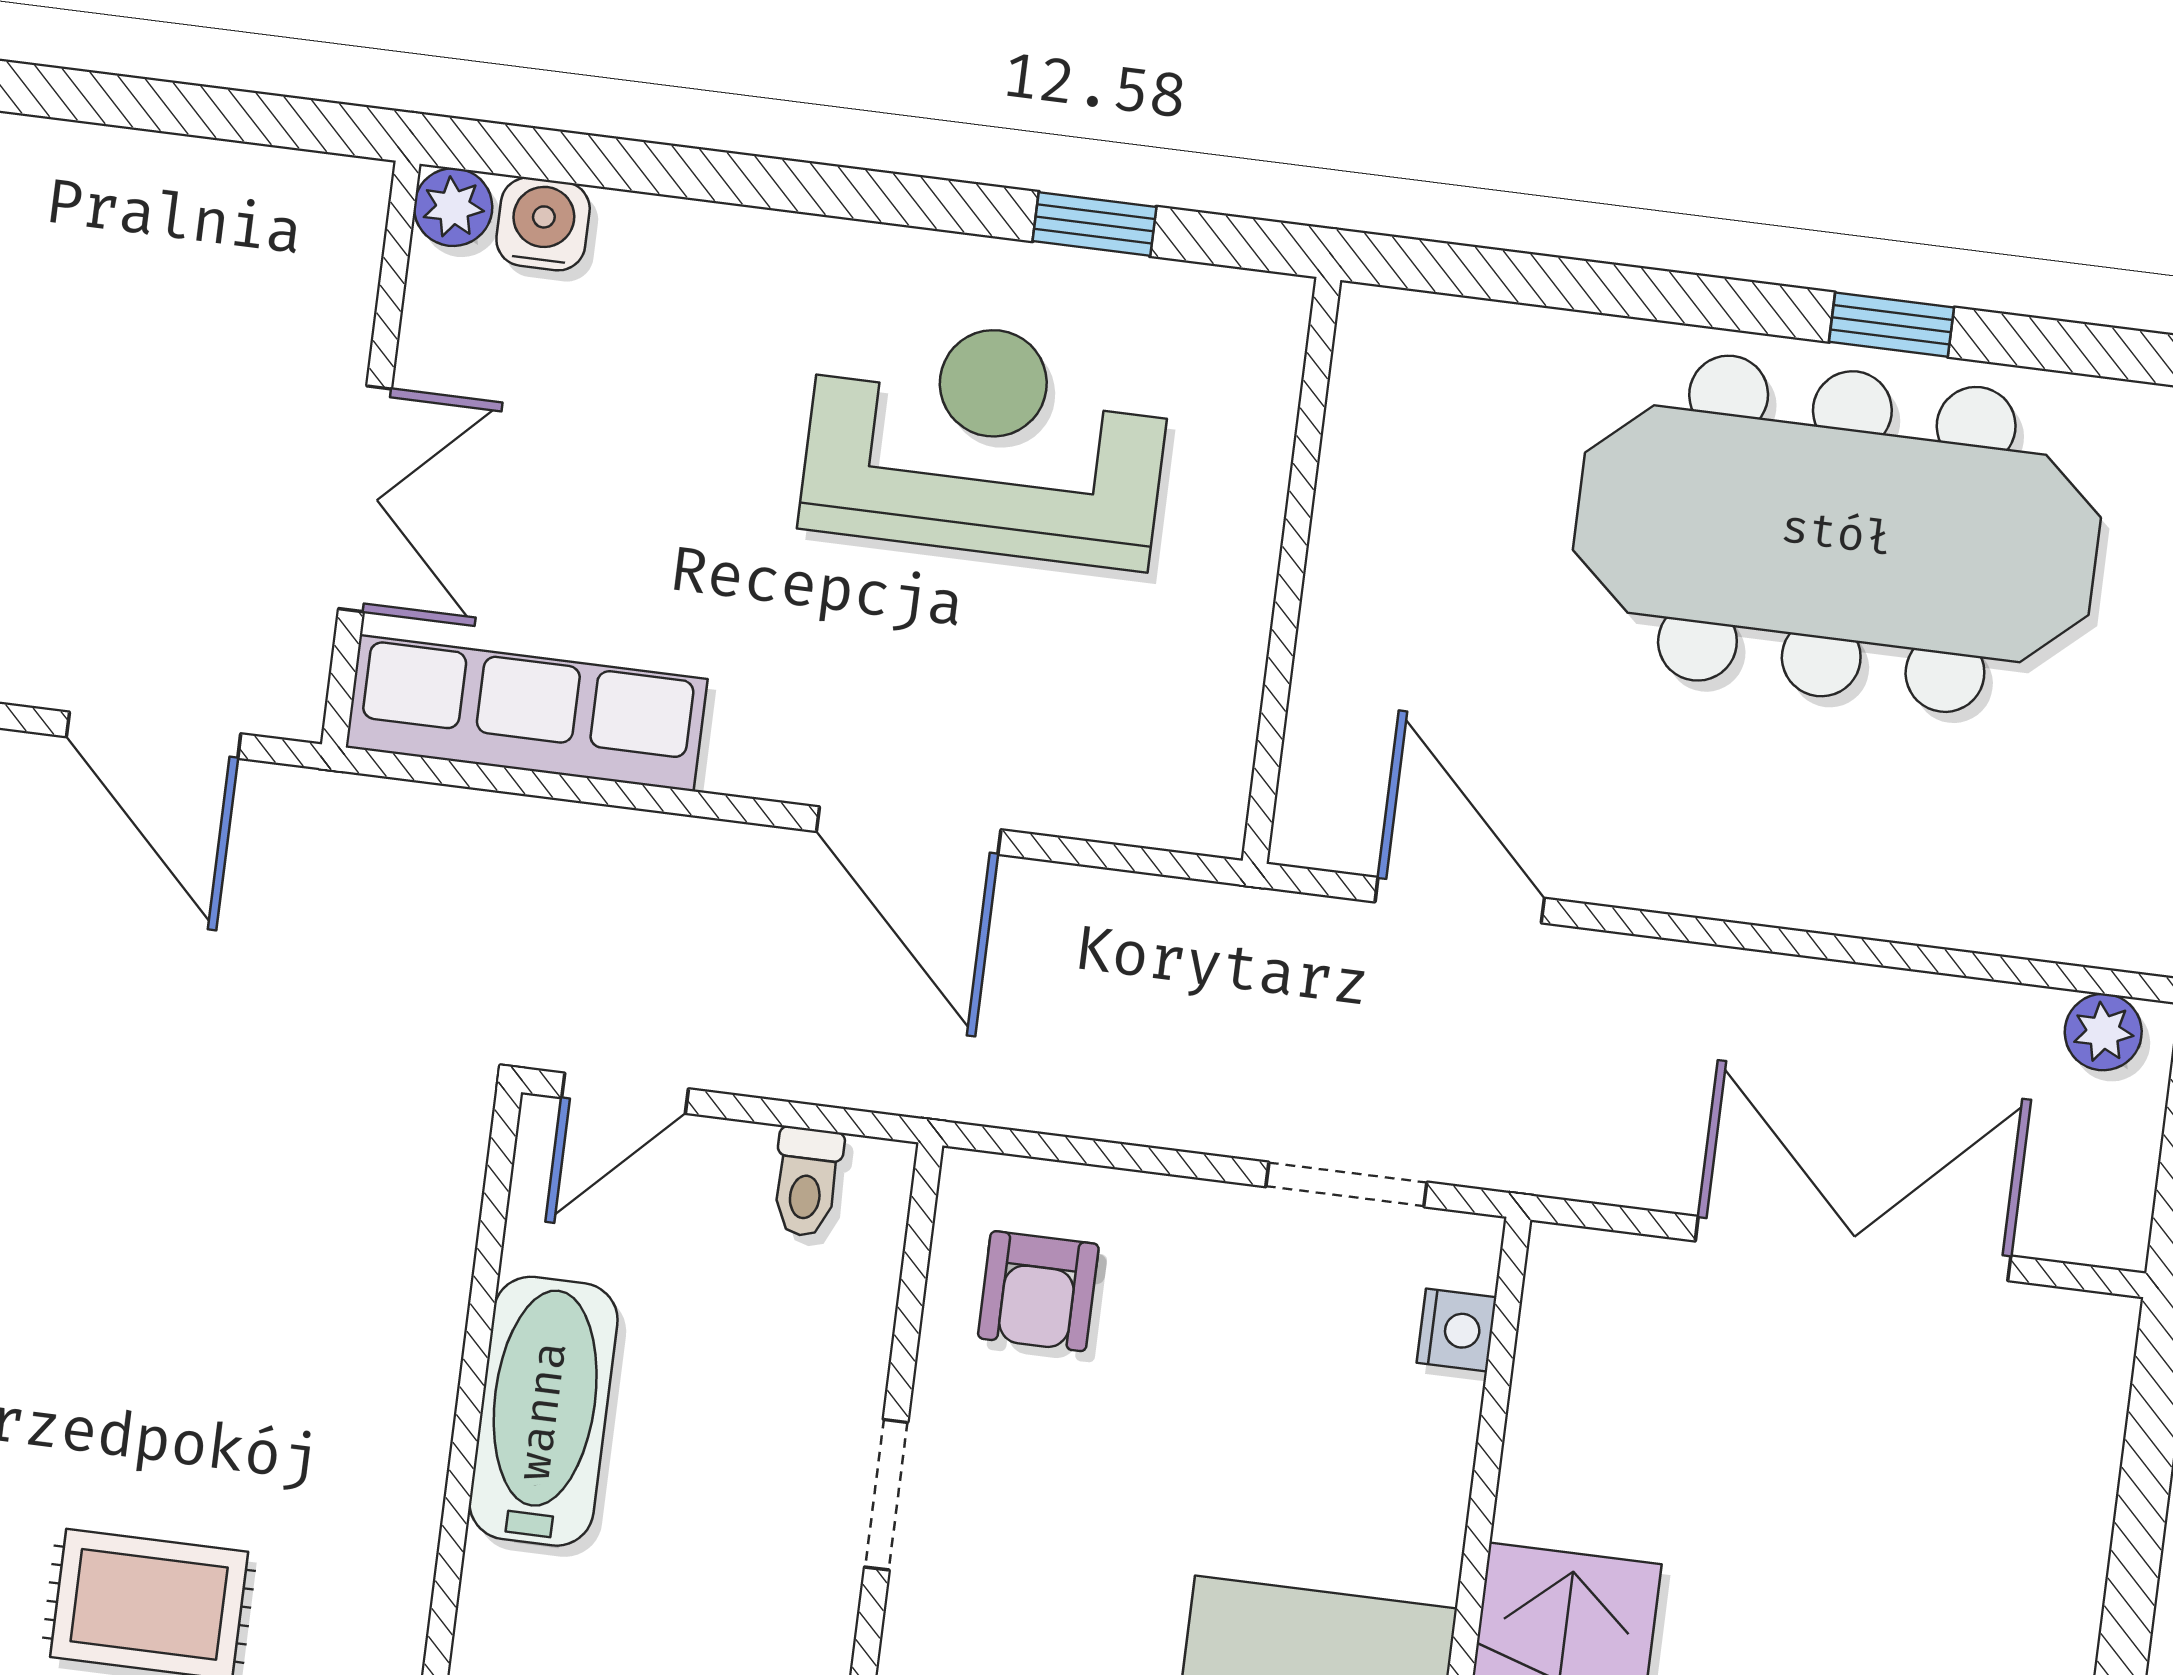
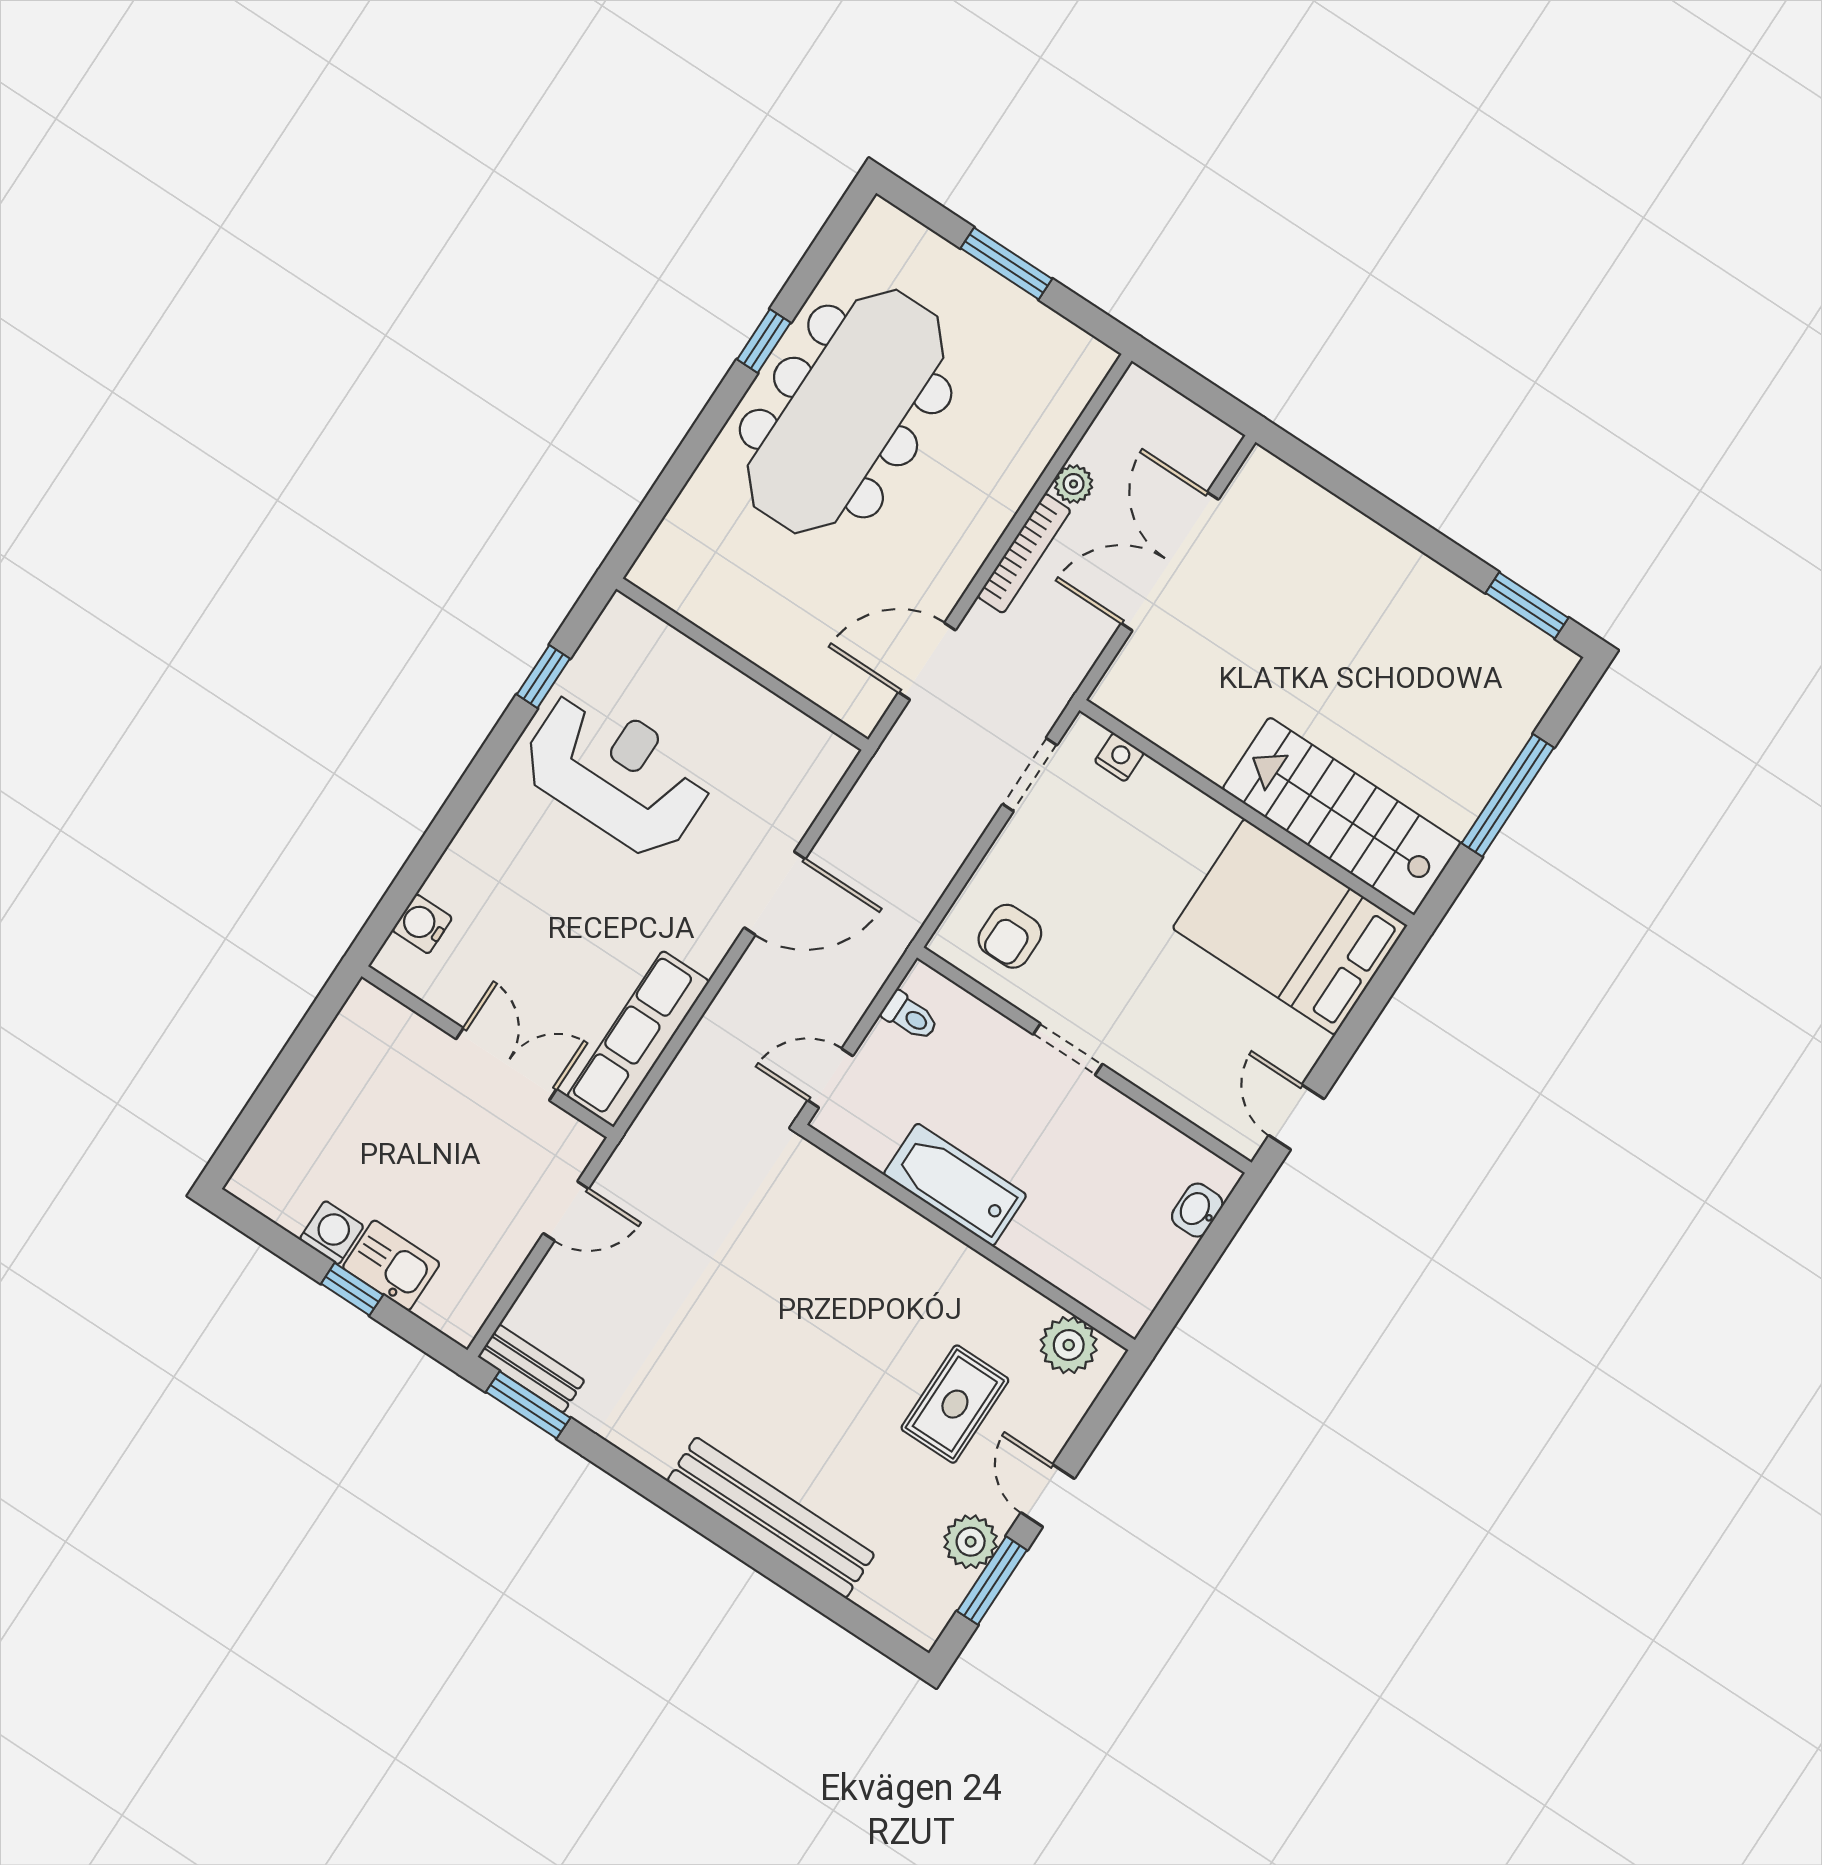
plant: (453, 207) -> (395, 961), removed
reception desk: (986, 441) -> (617, 773), turned 90
door: (154, 735) -> (566, 1211), width x0.73
bookcase: (1739, 979) -> (1024, 553), added
plant: (2103, 1032) -> (1074, 484), moved
door: (625, 1093) -> (830, 1078), swing flipped
armchair: (1038, 1291) -> (1010, 936), turned 90

